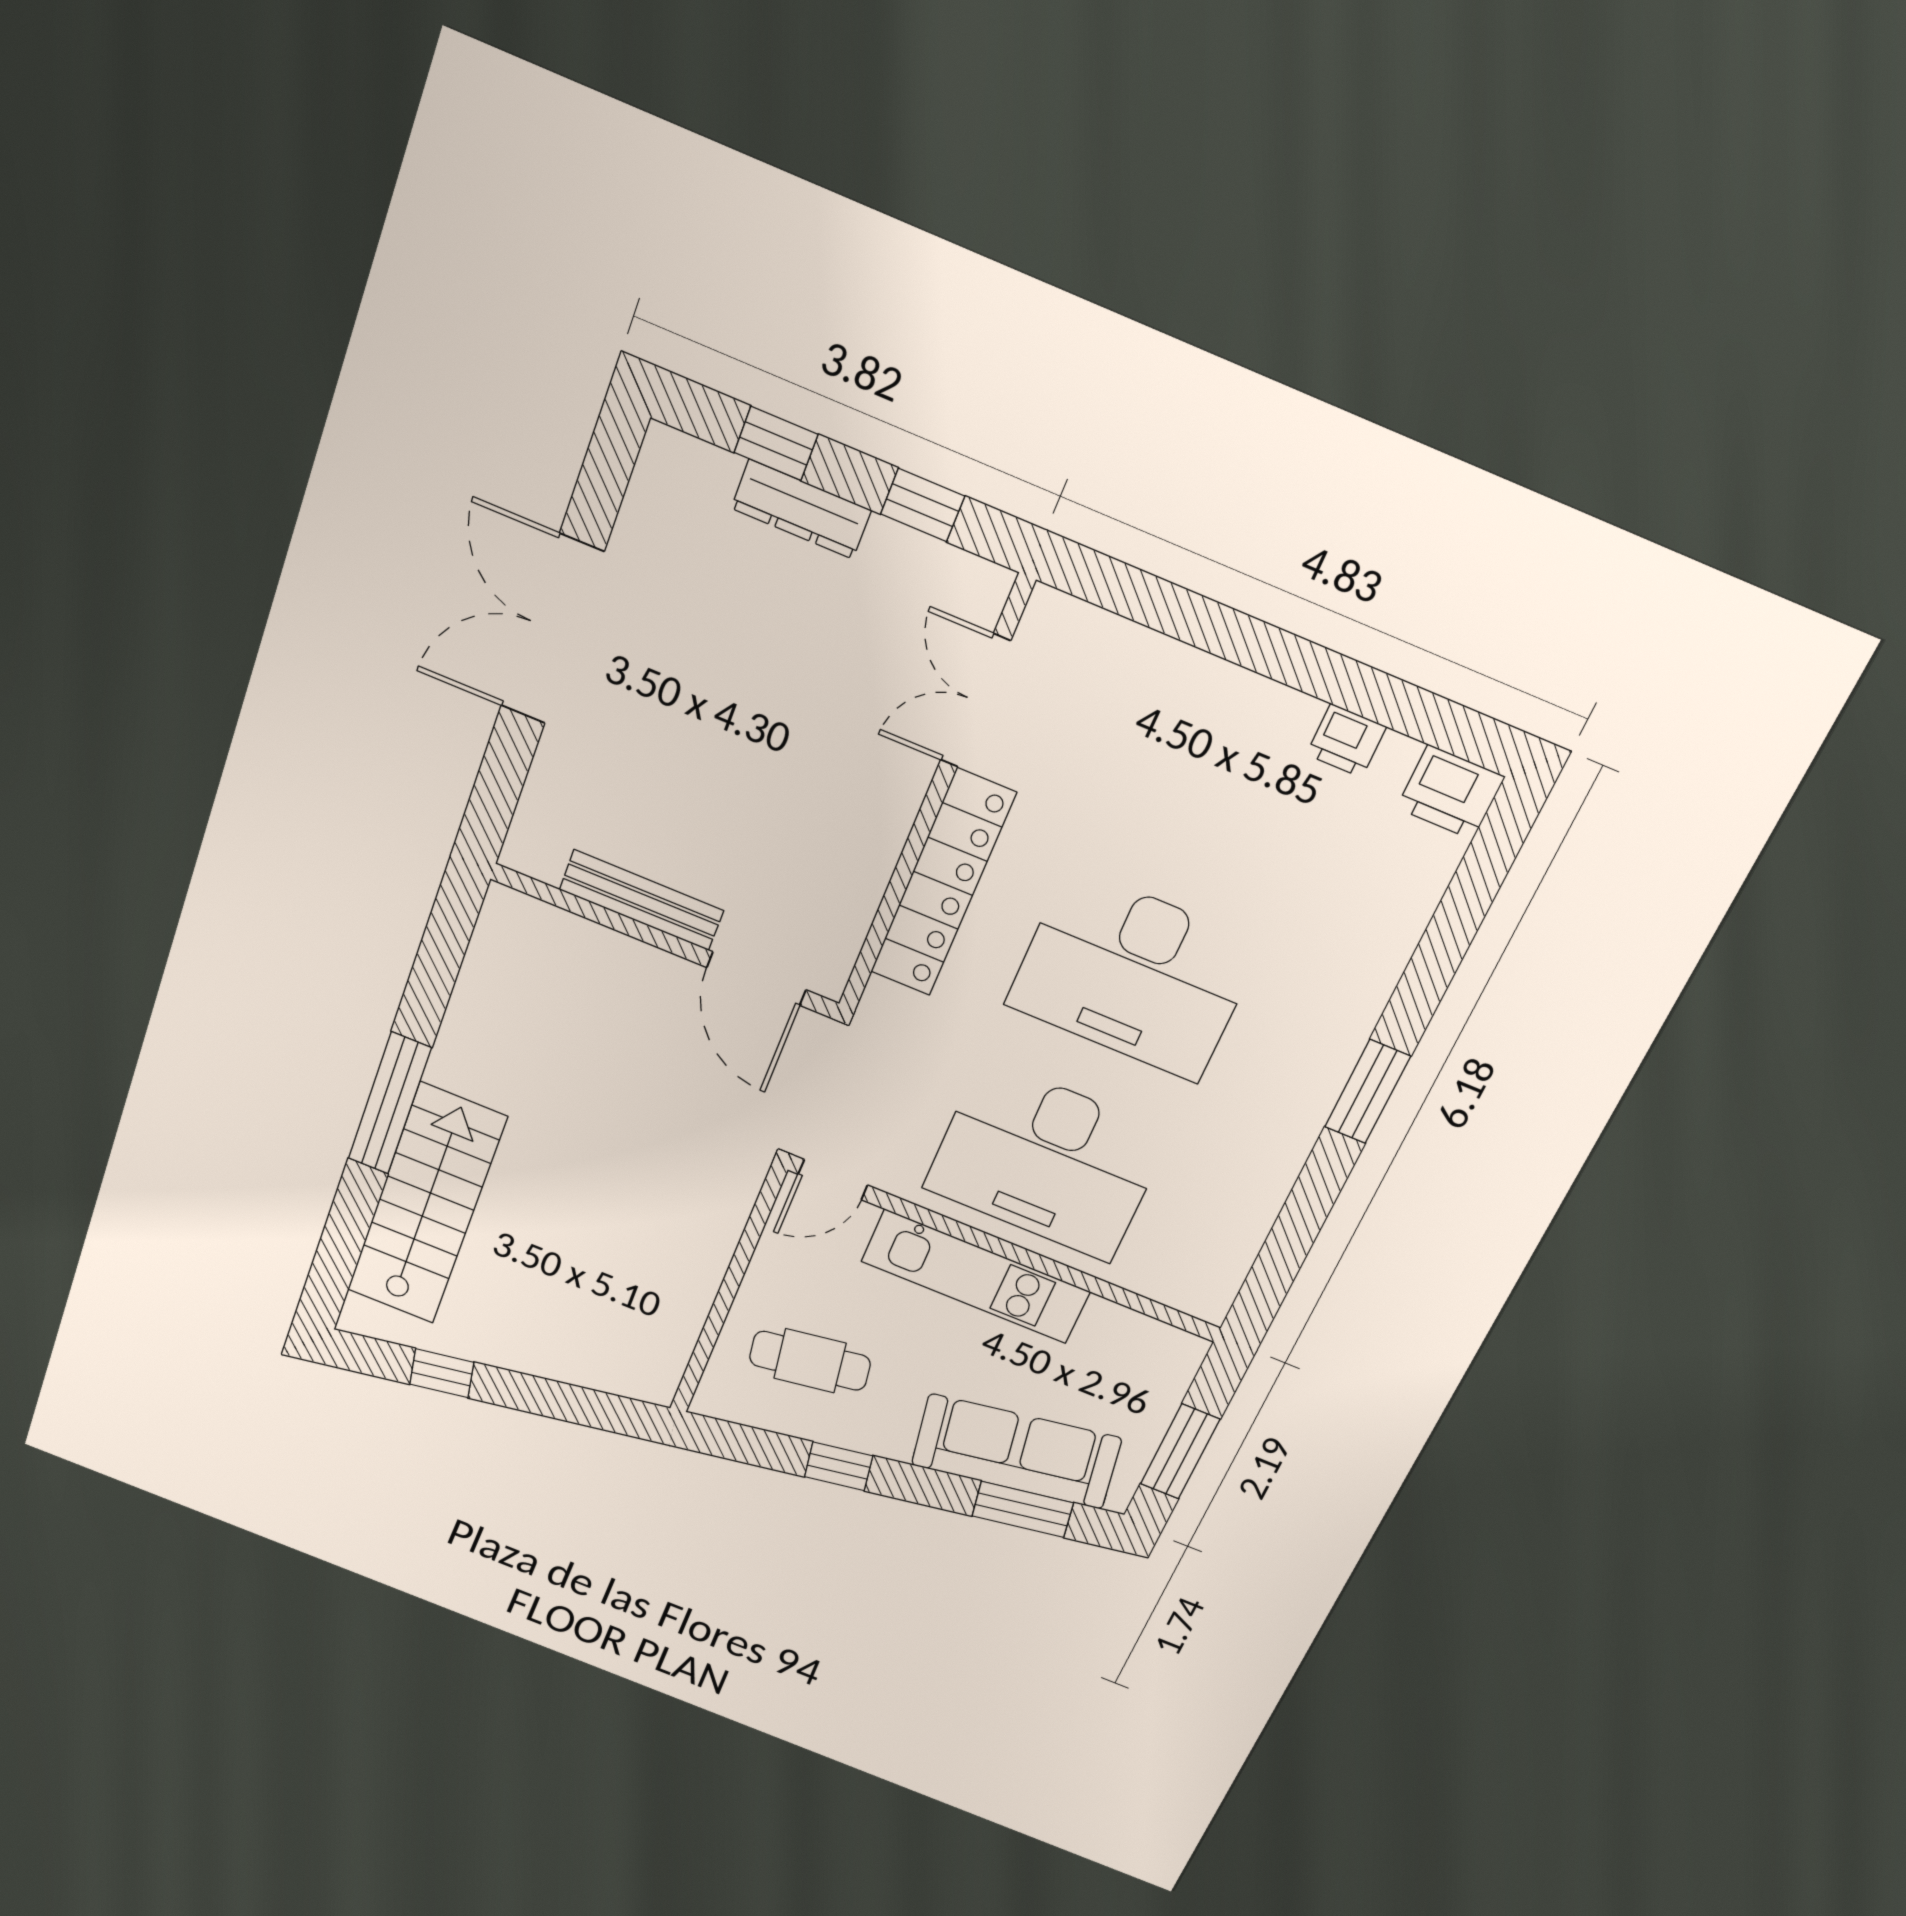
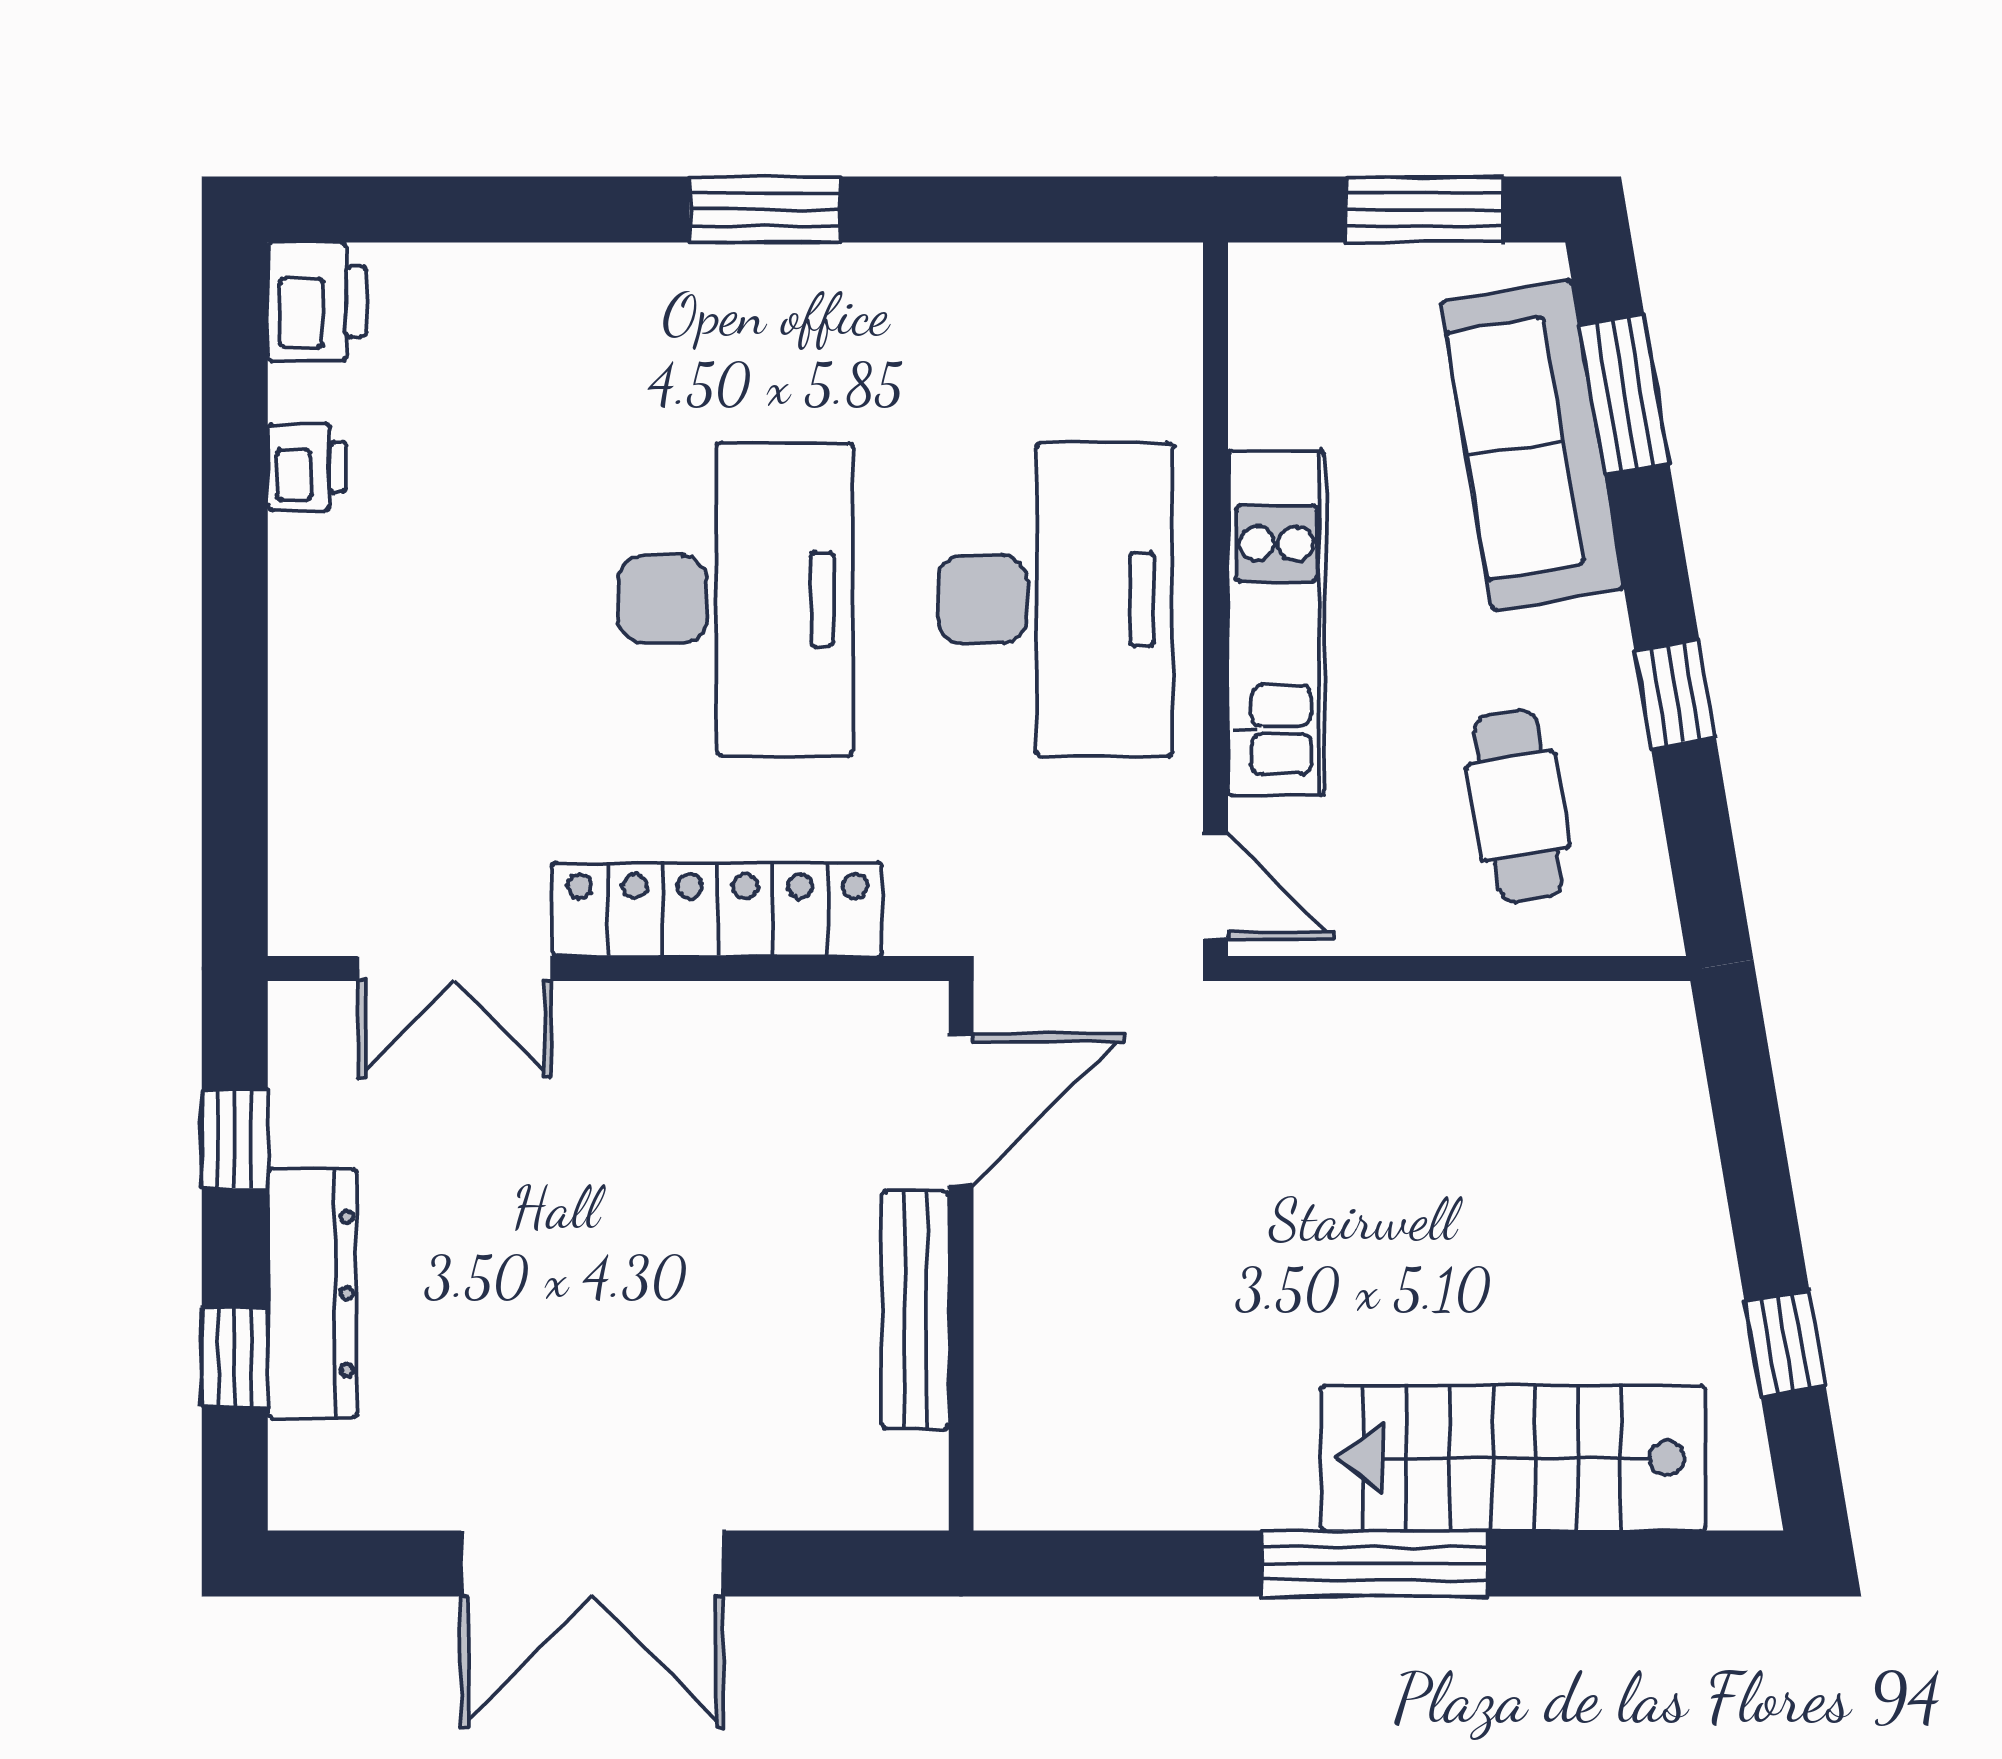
dresser: (801, 509) -> (312, 1293), width x1.37, depth x1.24

